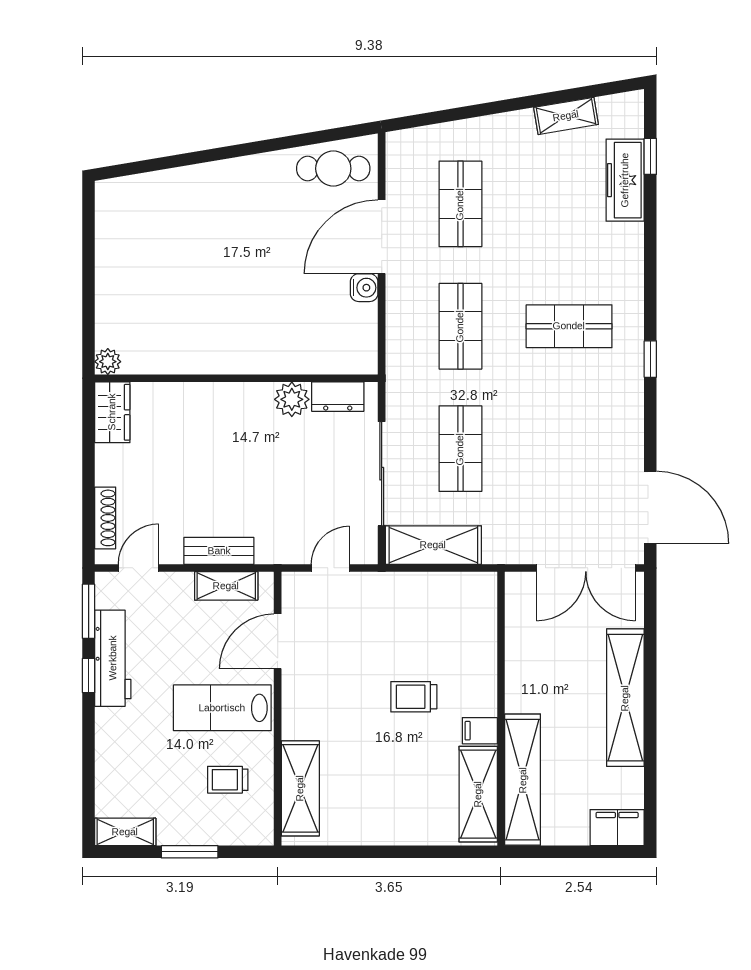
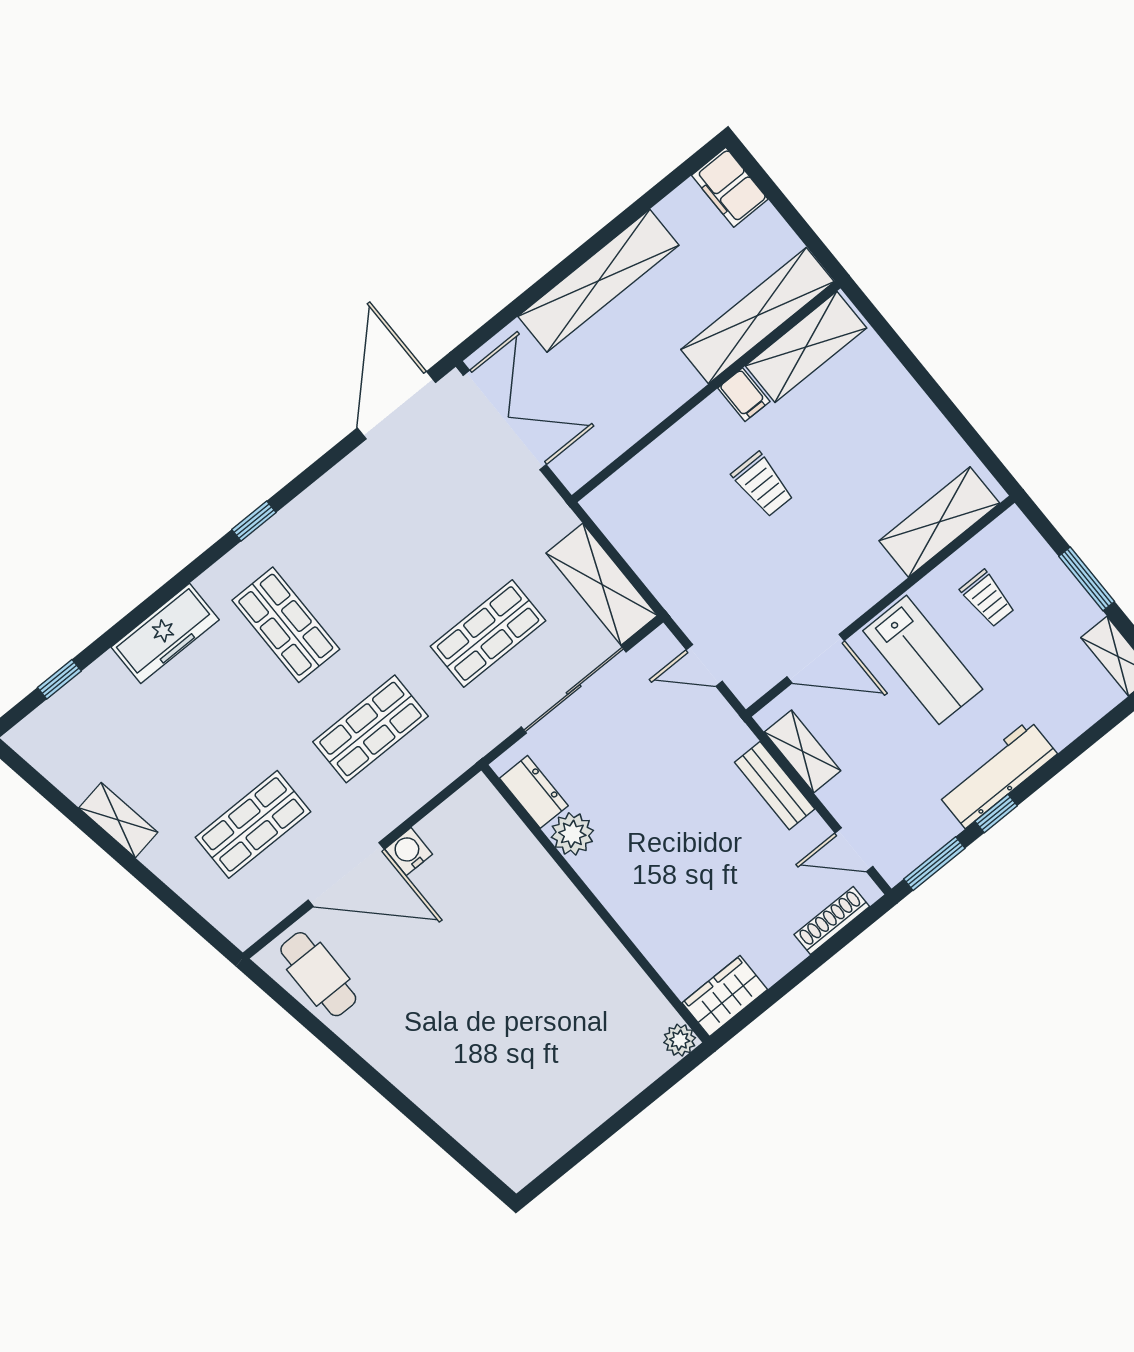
shelving: (566, 116) -> (118, 820), moved
freezer: (625, 180) -> (165, 633), moved
workbench: (113, 658) -> (997, 774), moved

